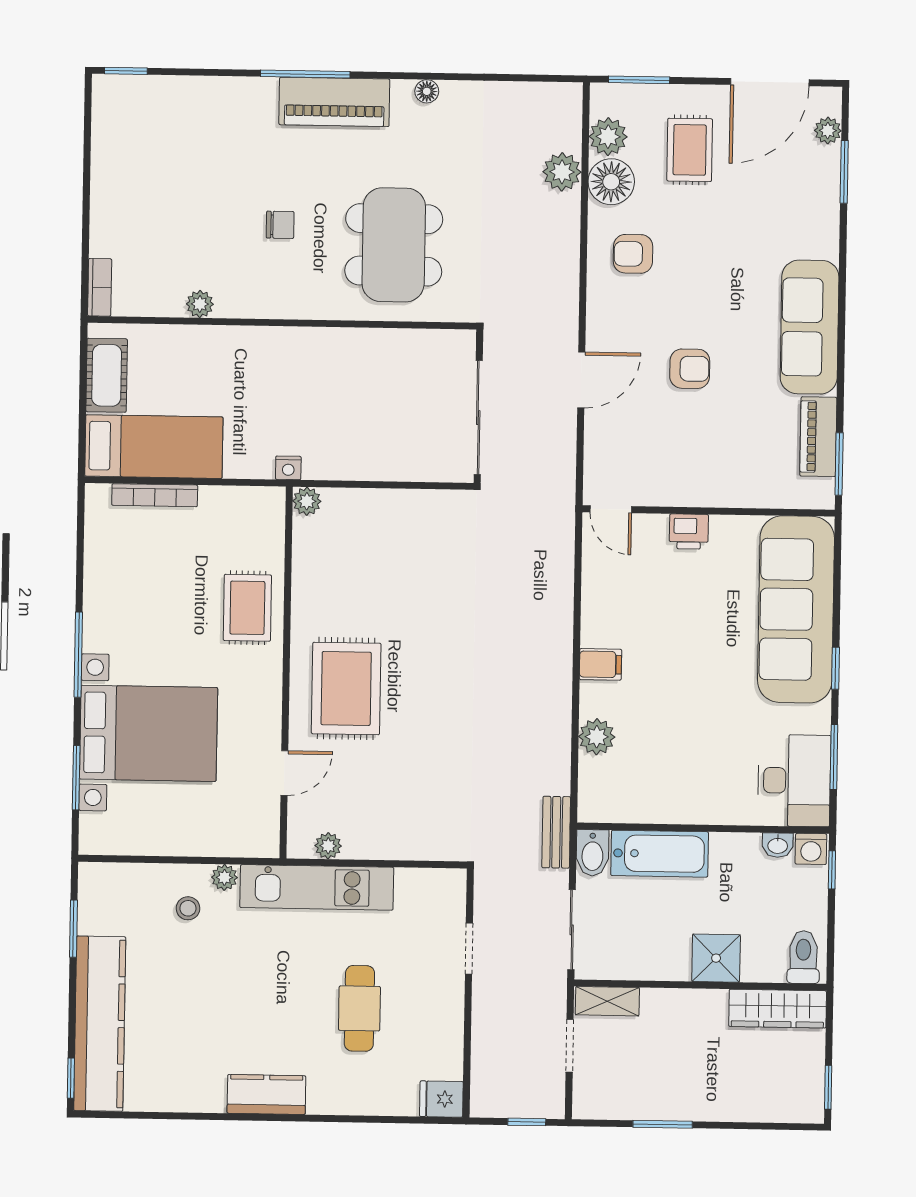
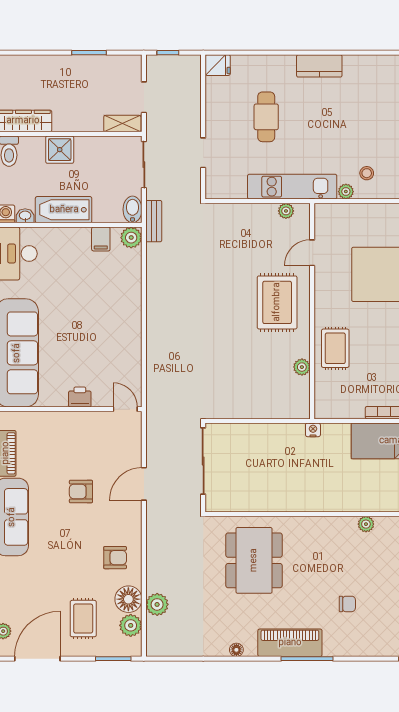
chair: (280, 225) -> (347, 604), moved, turned 180
plant: (307, 501) -> (302, 367), moved
filing cabinet: (600, 664) -> (101, 239), moved, turned -90
plant: (597, 737) -> (131, 238), moved
bathtub: (660, 854) -> (64, 210), moved

